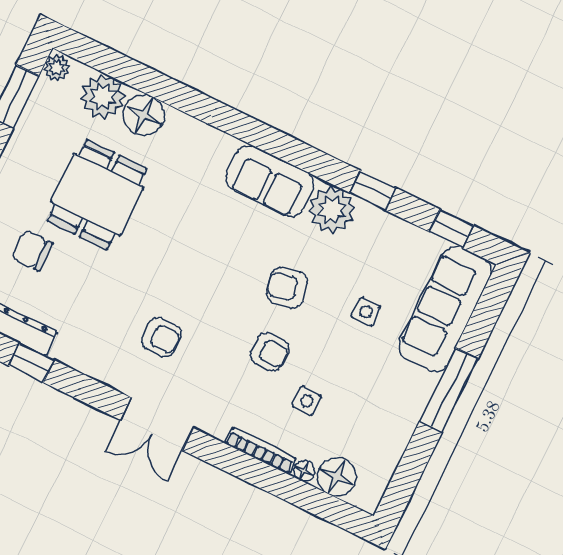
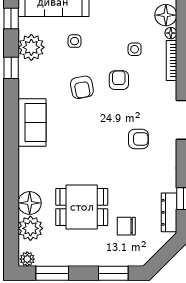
plant: (332, 210) -> (31, 47), moved
chair: (32, 251) -> (126, 226), turned 90
armchair: (161, 337) -> (138, 139), turned 90

